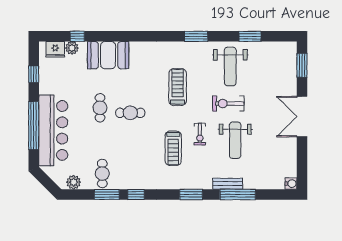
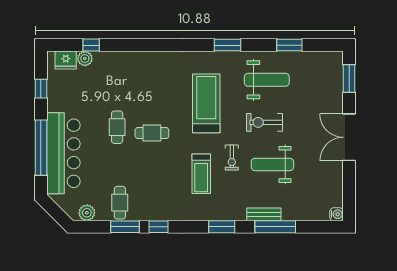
booth: (108, 55) -> (126, 67), removed
weight bench: (230, 66) -> (267, 80), turned -90
treadmill: (178, 87) -> (206, 103), width x1.37, depth x1.38
weight bench: (235, 140) -> (272, 164), turned 90

